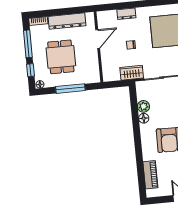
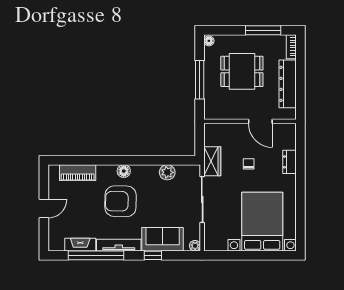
window: (30, 70) -> (229, 30), removed
floor lamp: (144, 118) -> (124, 171), moved

